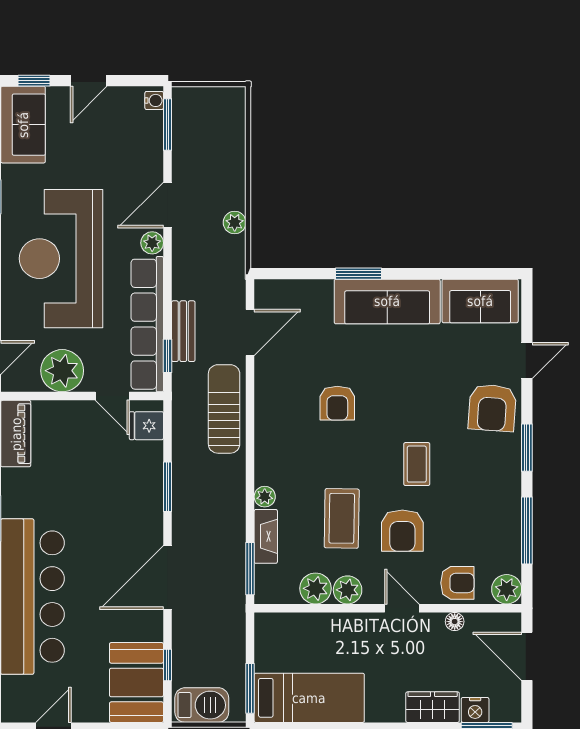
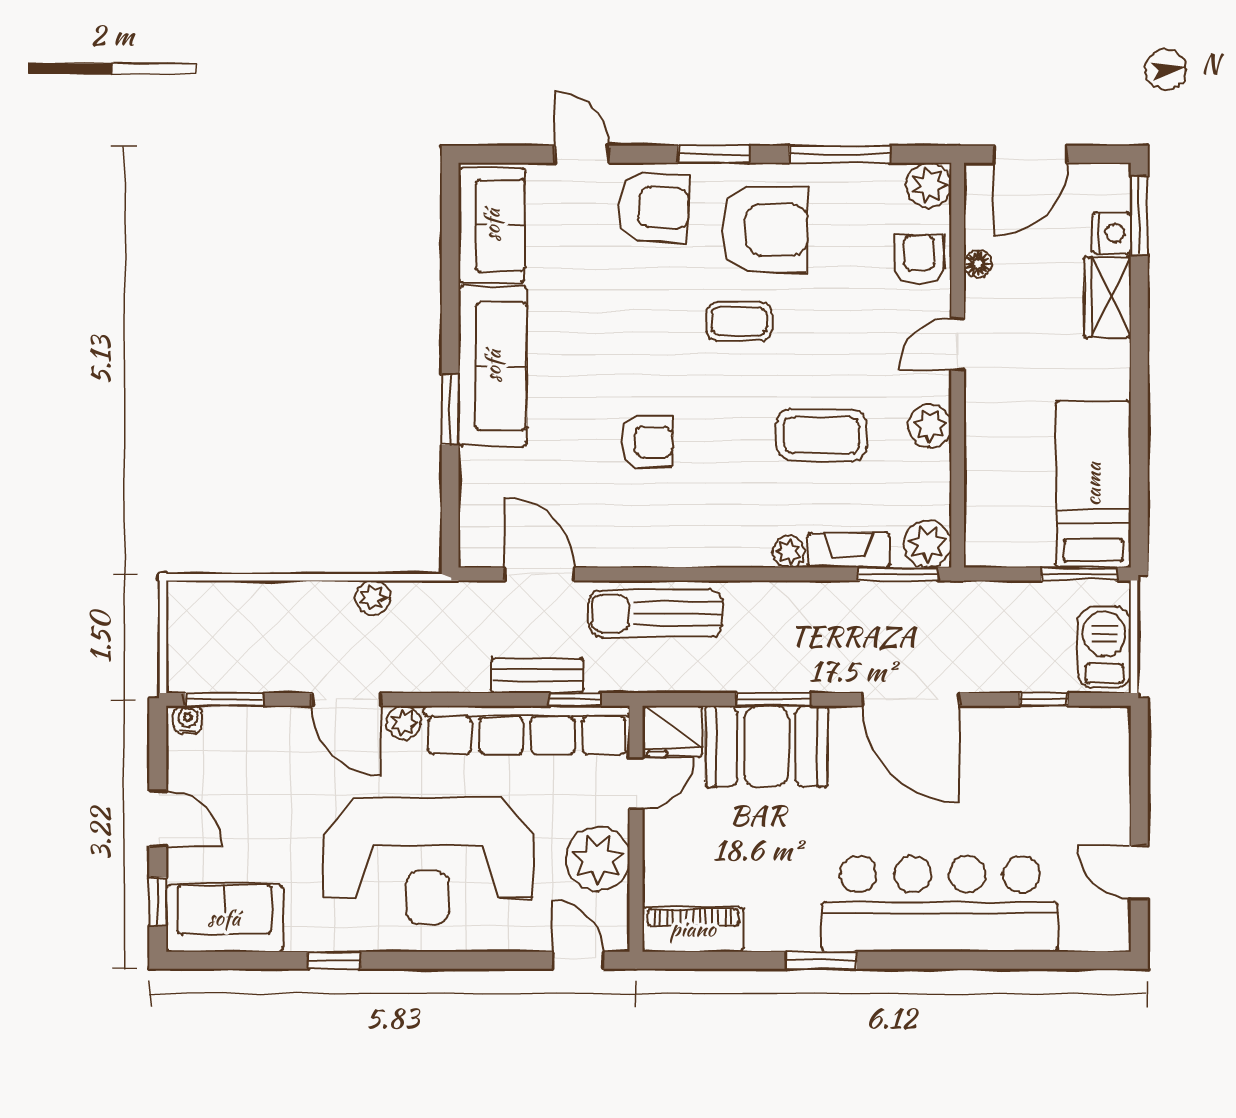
fridge: (146, 426) -> (673, 731), width x1.38
armchair: (402, 531) -> (764, 229), moved, width x1.36, depth x1.36
plant: (316, 588) -> (928, 544), moved
booth: (136, 683) -> (766, 746), moved

